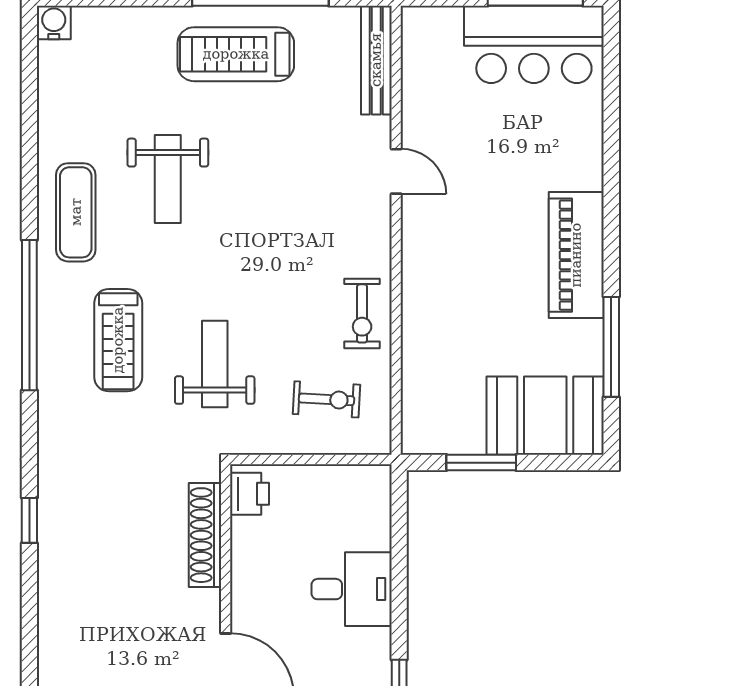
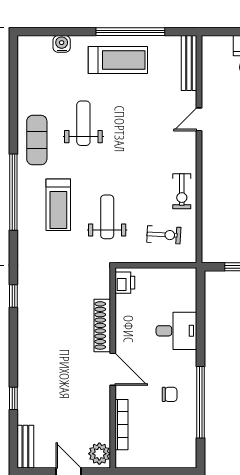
water cooler: (54, 22) -> (62, 44), moved
treadmill: (236, 54) -> (118, 60), turned 180
door: (396, 171) -> (199, 119), swing flipped
weight bench: (168, 179) -> (83, 123), turned 180
shoe rack: (205, 535) -> (102, 325), moved

